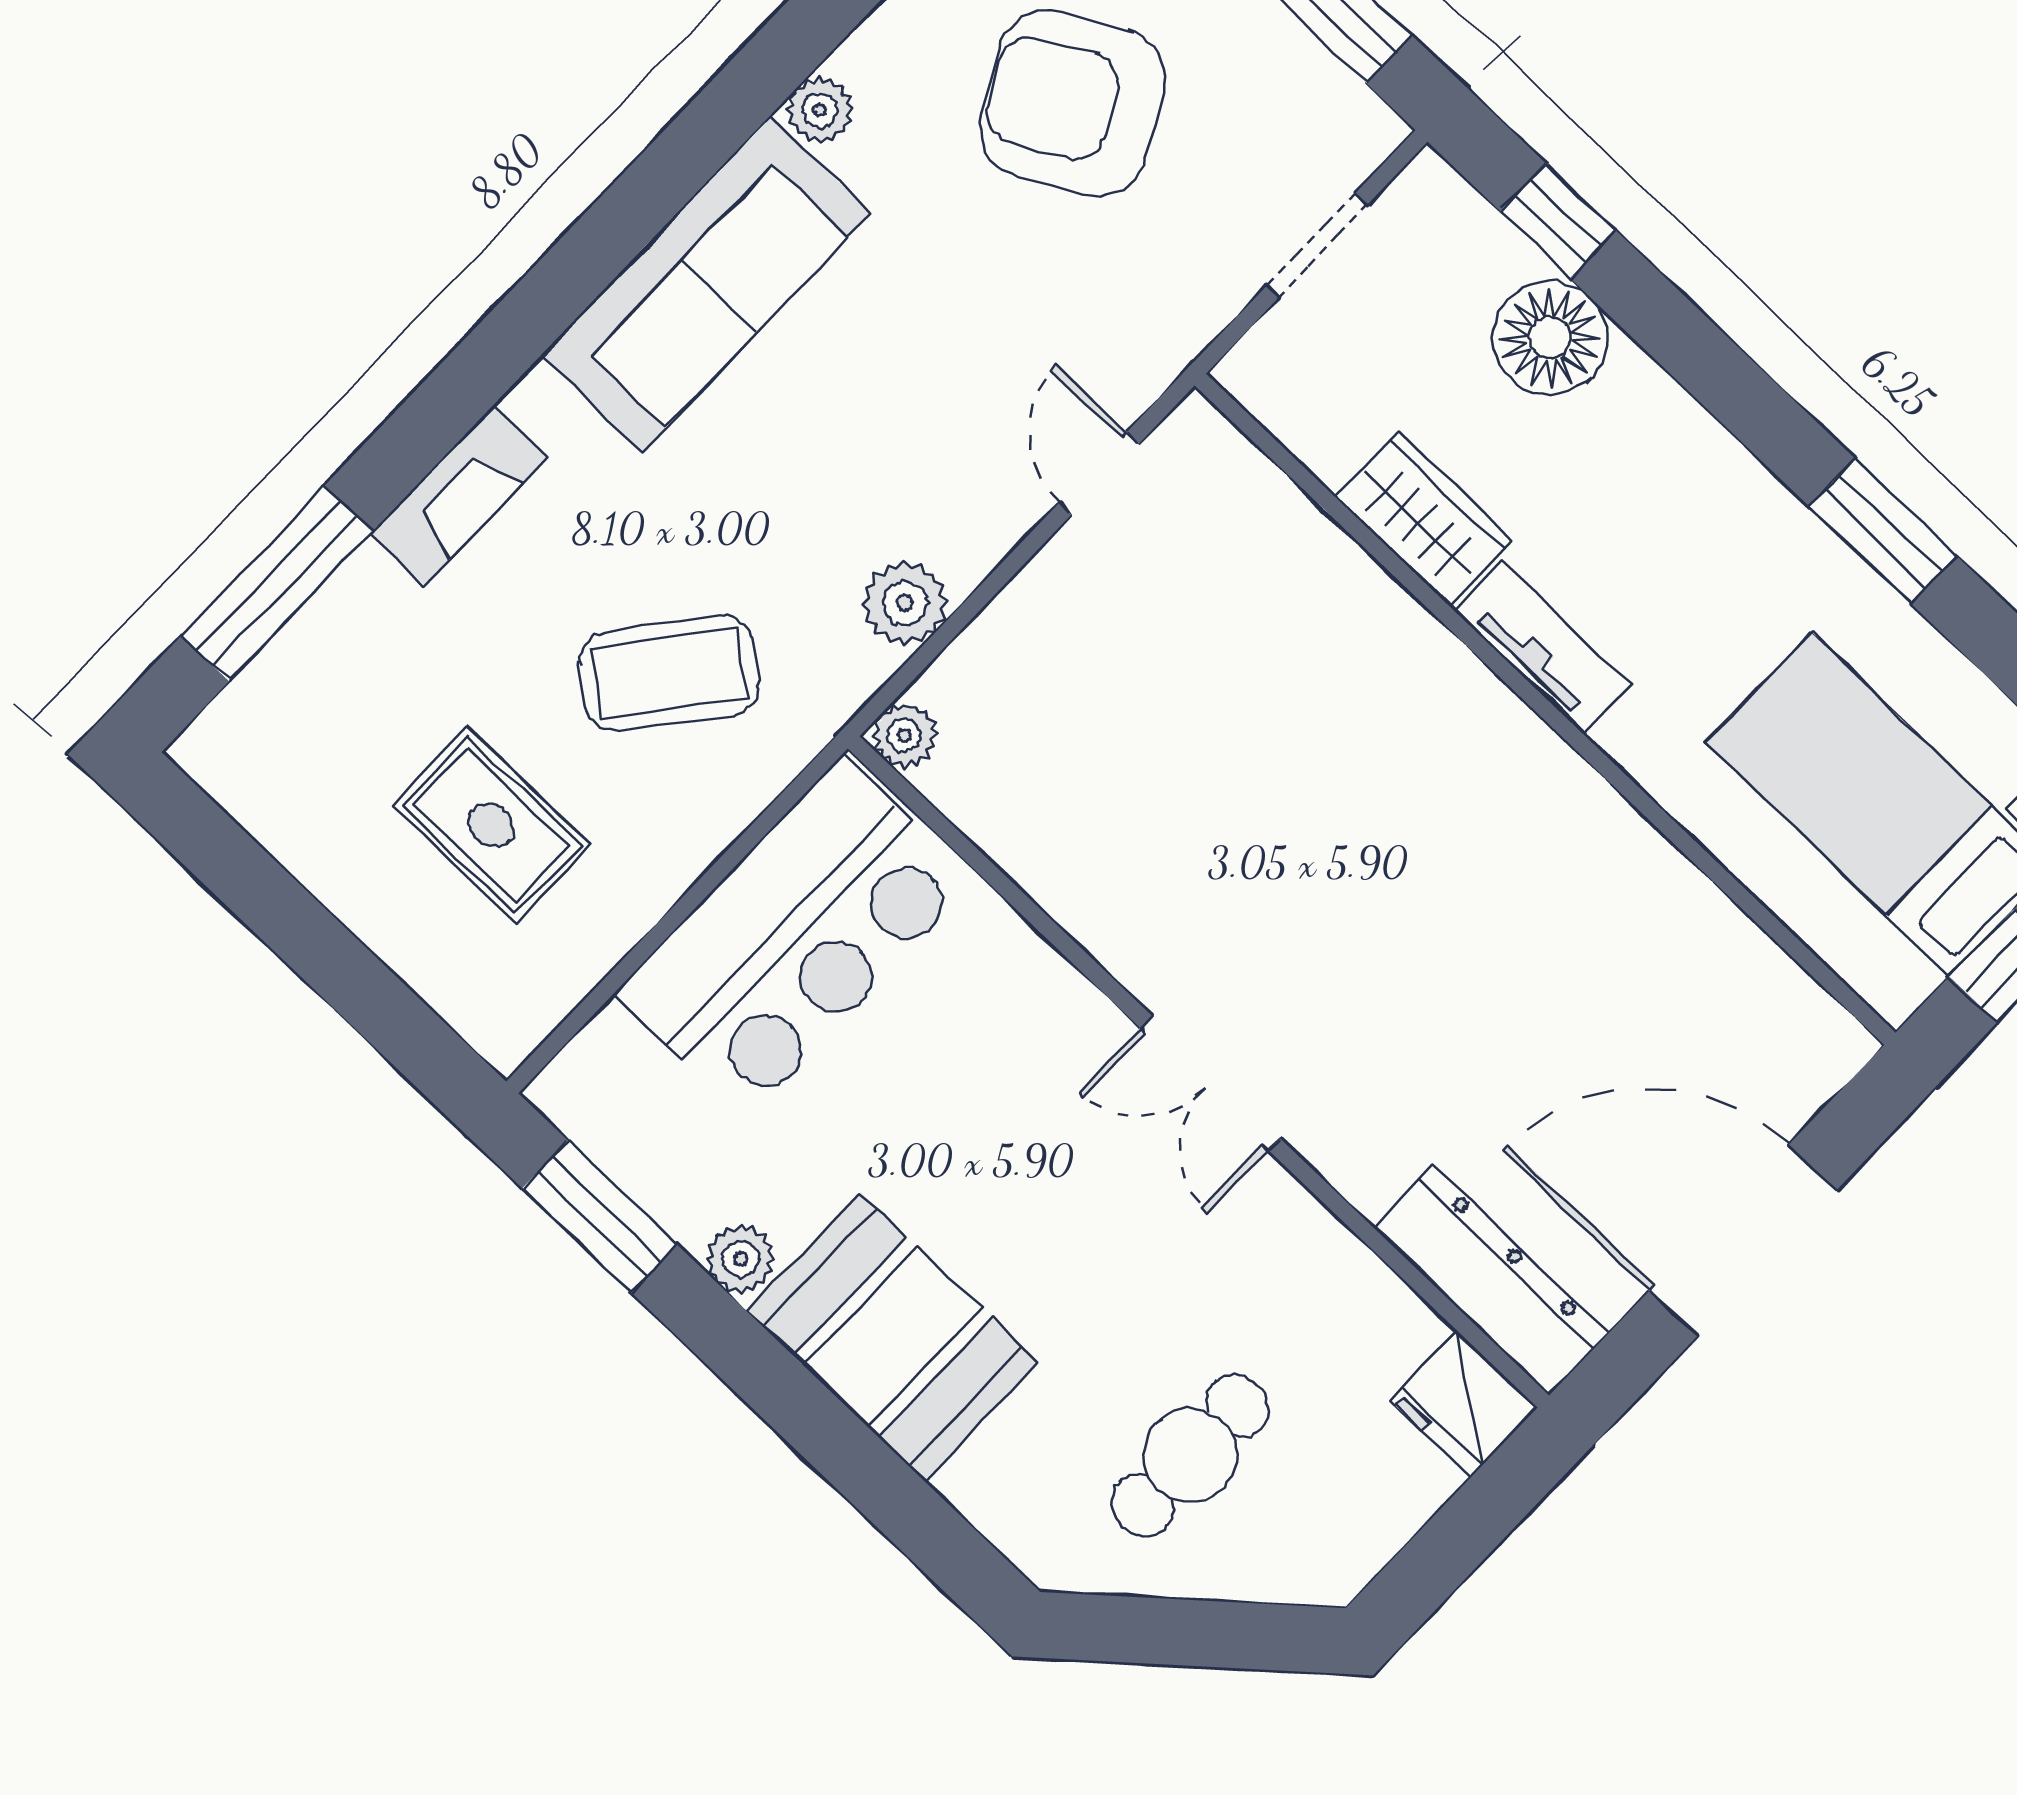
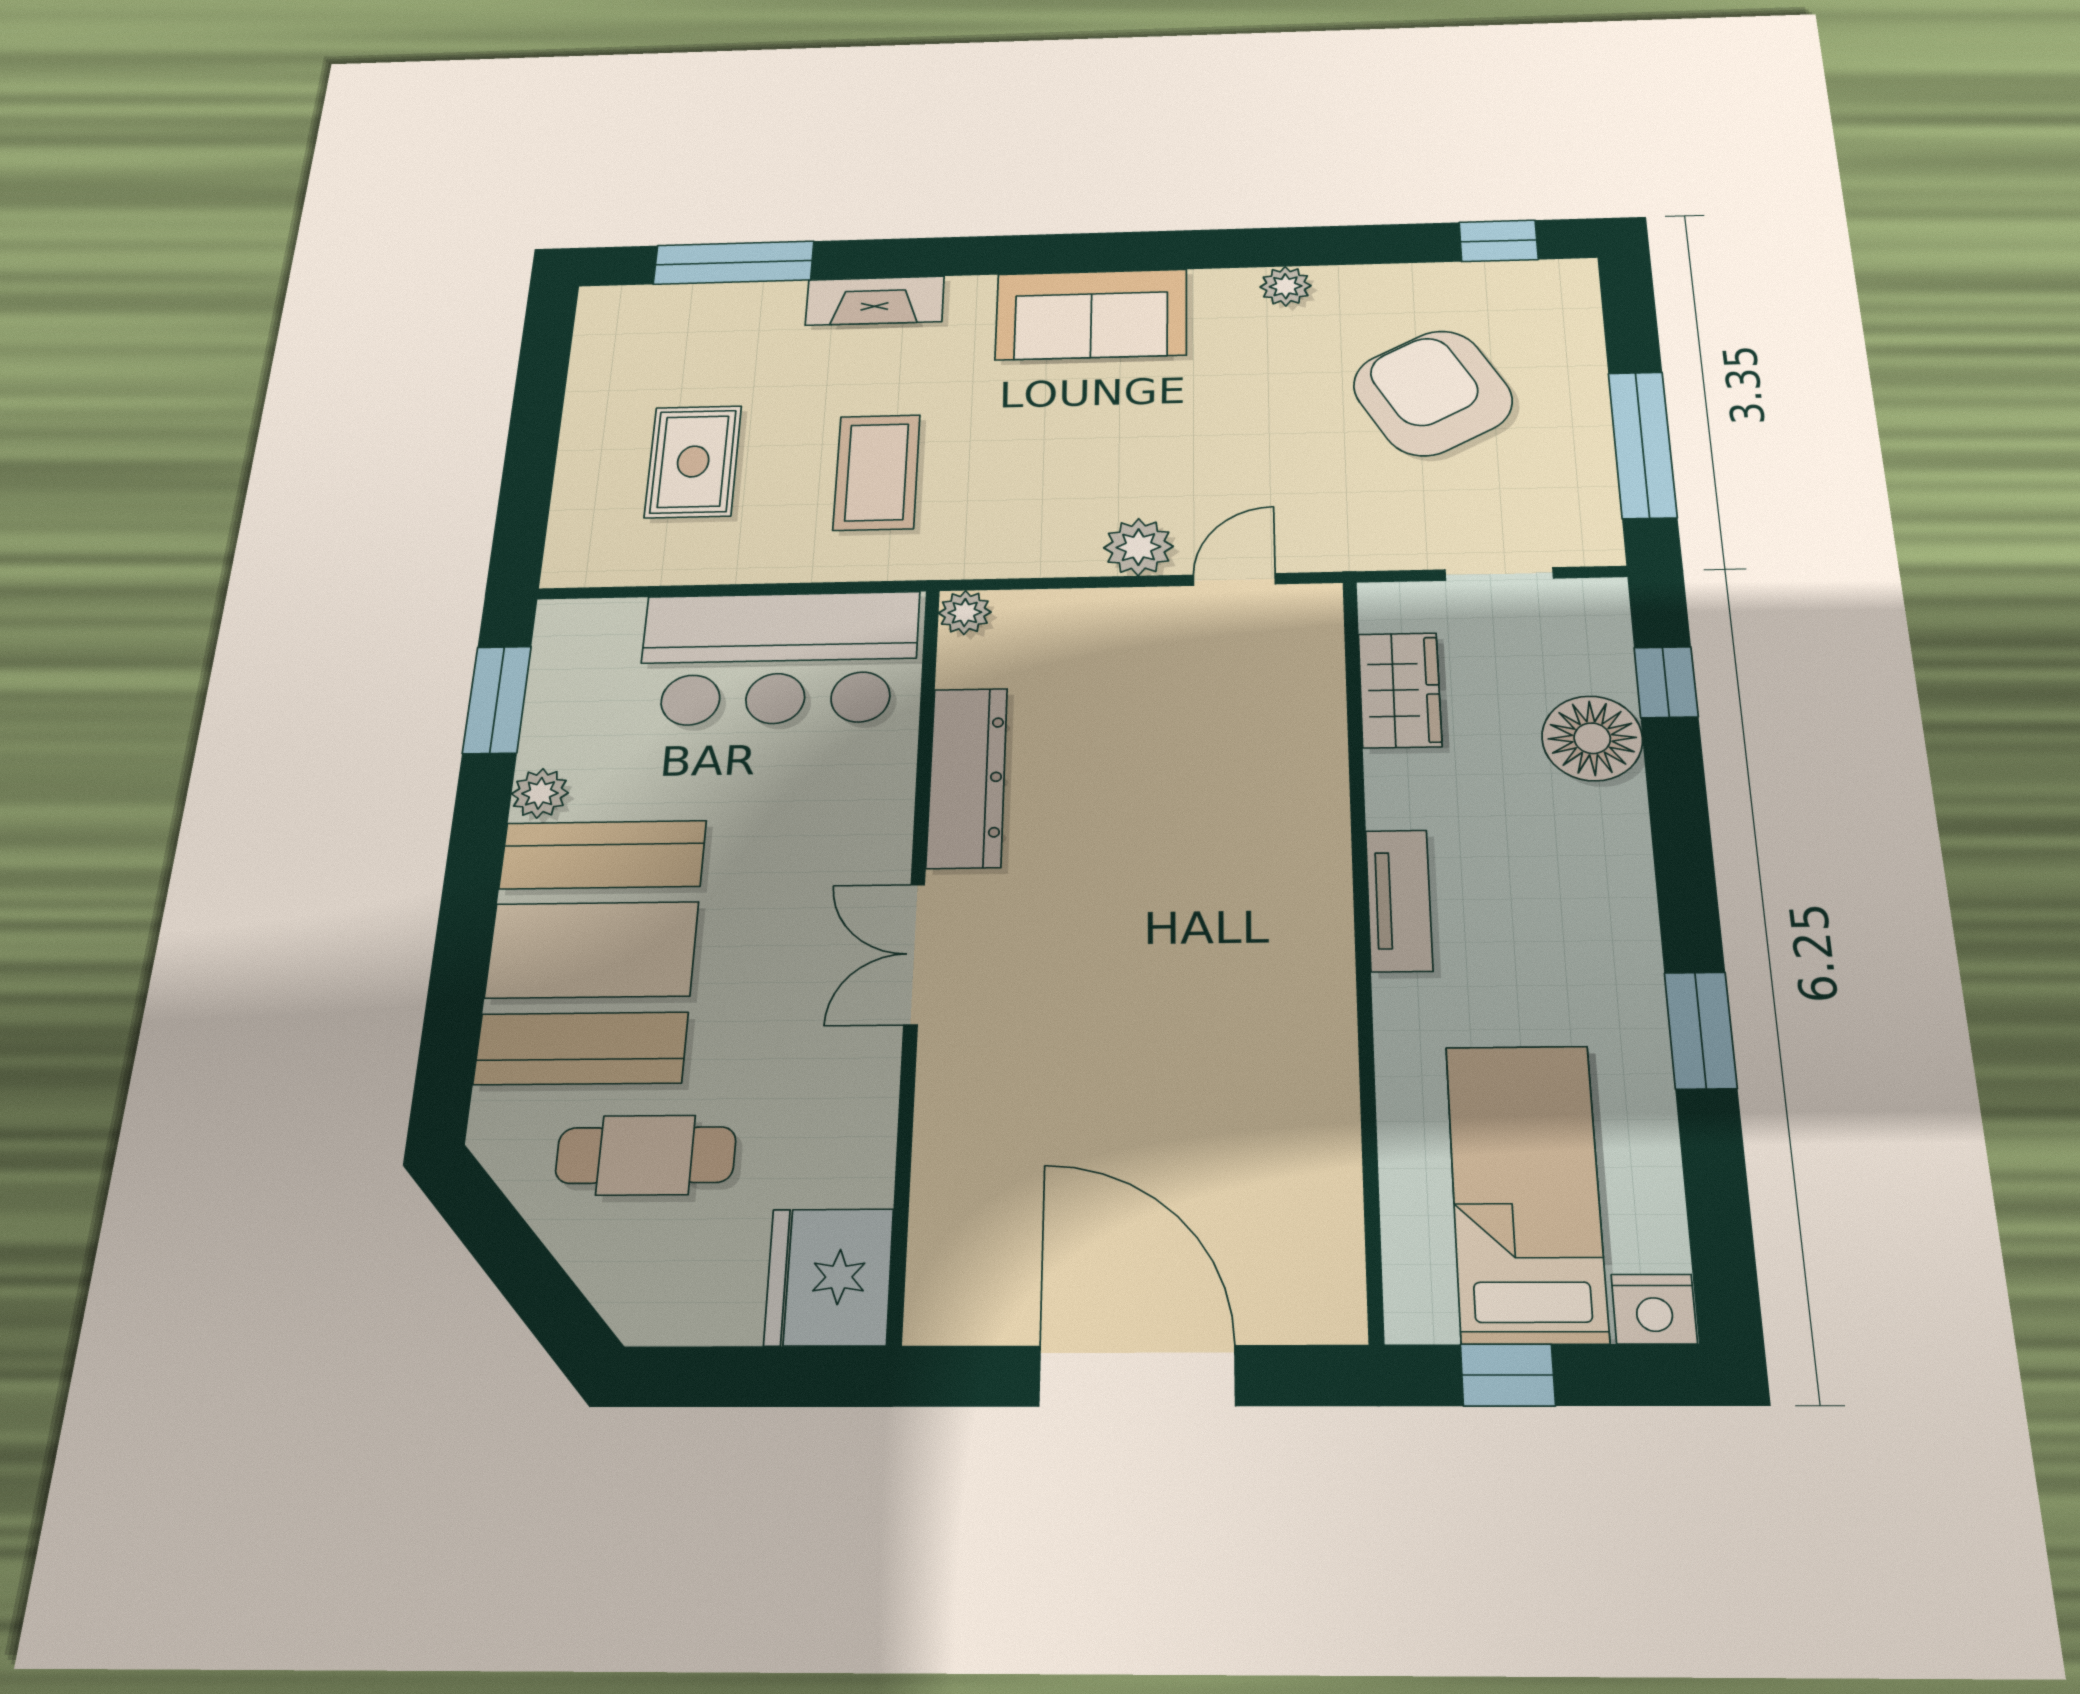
sofa: (706, 284) -> (1091, 314), width x0.73
wardrobe: (1424, 518) -> (1400, 690), moved
plant: (905, 603) -> (1138, 547), moved
coffee table: (669, 673) -> (877, 472), turned 52
dresser: (1491, 1281) -> (967, 777), moved
booth: (892, 1337) -> (592, 950), width x1.36, depth x1.42
fridge: (1464, 1404) -> (829, 1277), width x1.36, depth x1.34

